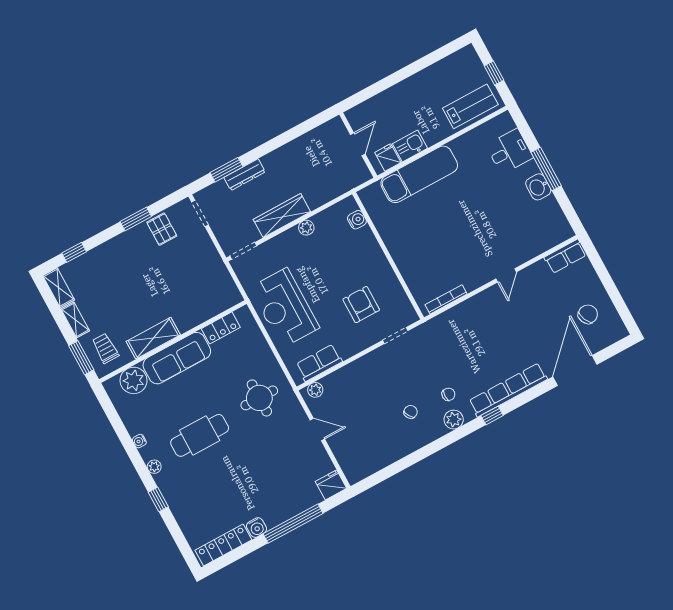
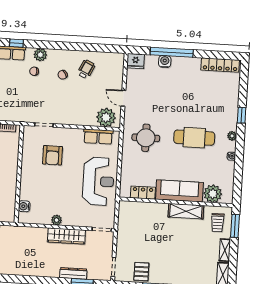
plant: (315, 390) -> (106, 117), width x1.87, depth x1.87
wheelchair: (386, 437) -> (86, 69), added
water cooler: (257, 528) -> (165, 61), moved

